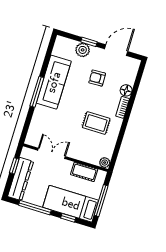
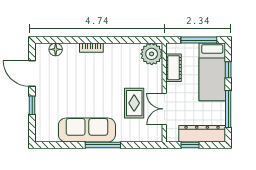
plant: (83, 50) -> (43, 110), removed
armchair: (97, 78) -> (68, 85), removed
floor lamp: (126, 90) -> (56, 49), moved
rug: (96, 123) -> (134, 103), moved
plant: (105, 163) -> (152, 54), width x1.88, depth x1.88

